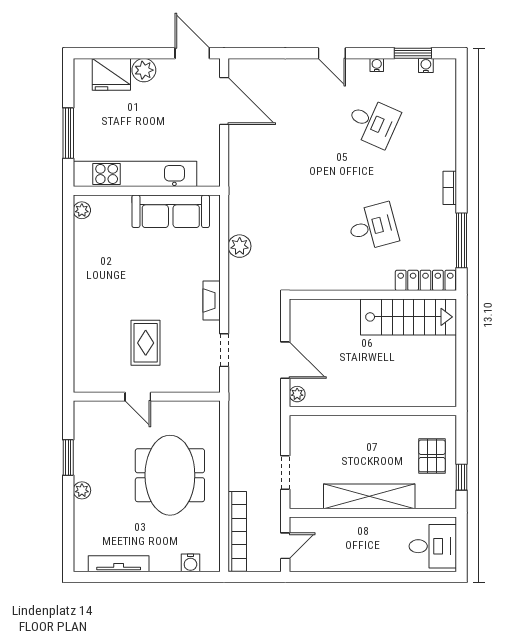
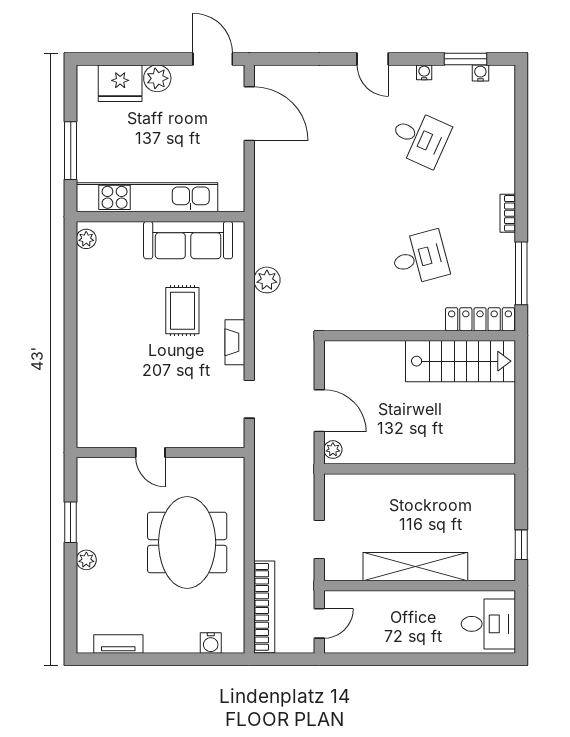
rug: (146, 343) -> (182, 311), moved
pallet: (432, 456) -> (487, 520), removed
tv unit: (119, 564) -> (118, 644), width x0.71

